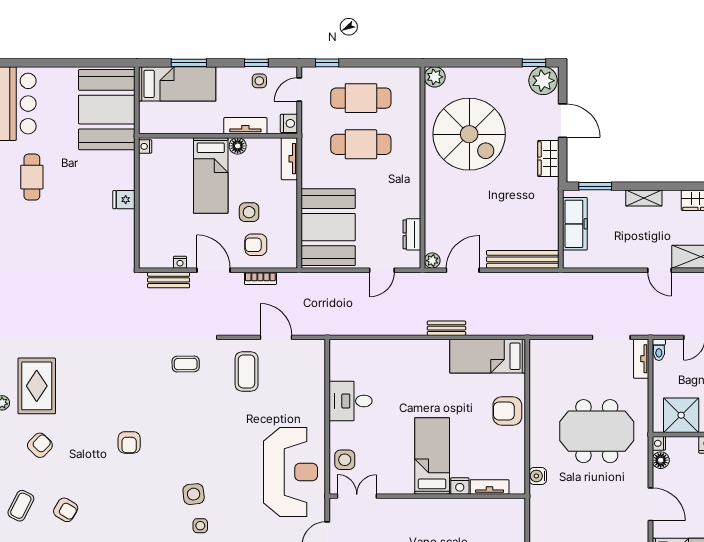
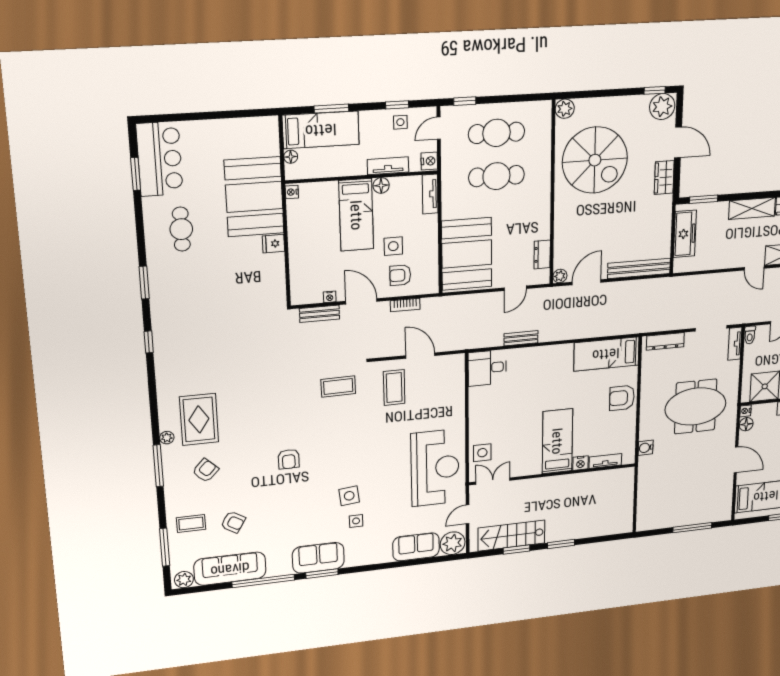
booth: (107, 110) -> (254, 197), moved
floor lamp: (146, 110) -> (291, 157), added
shelving: (644, 198) -> (752, 208), width x1.50, depth x1.33
bench: (446, 328) -> (521, 338), moved
dresser: (557, 348) -> (665, 341), added
coffee table: (186, 364) -> (338, 386), width x1.36, depth x1.30
desk: (351, 401) -> (487, 368), moved
coffee table: (21, 506) -> (191, 524), turned 63

